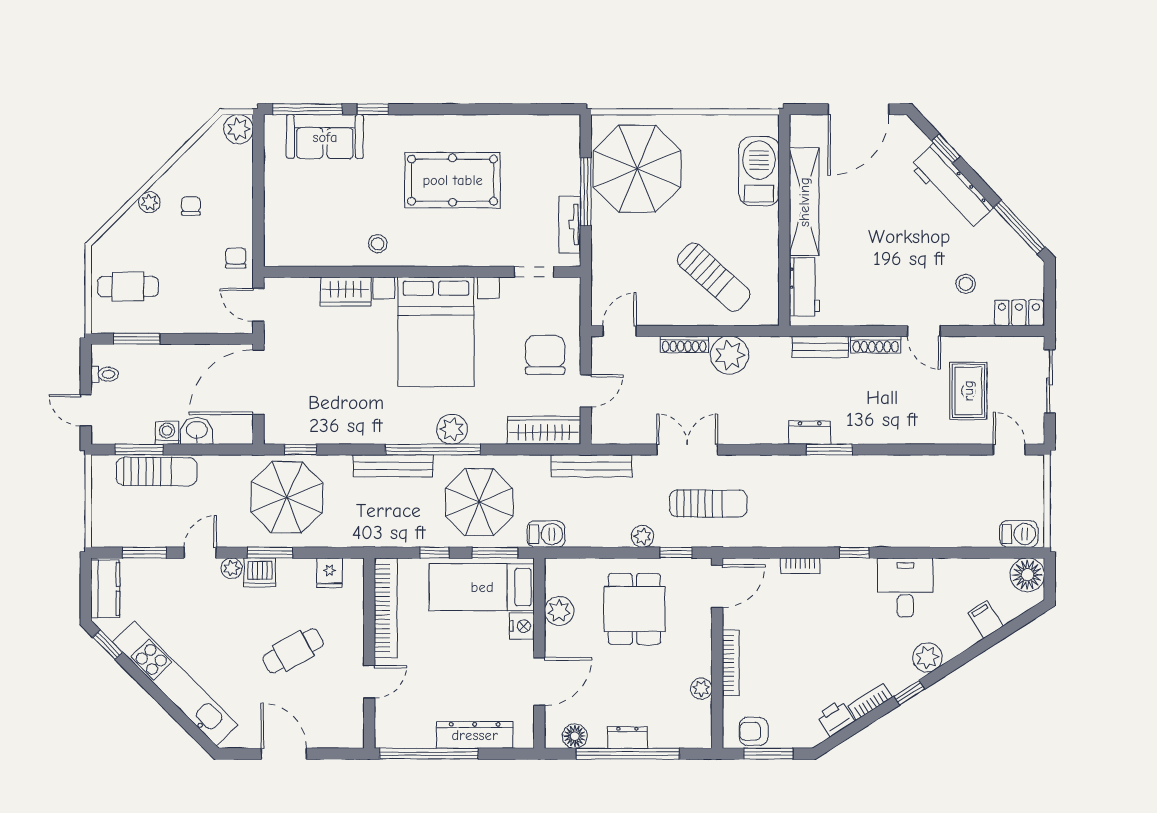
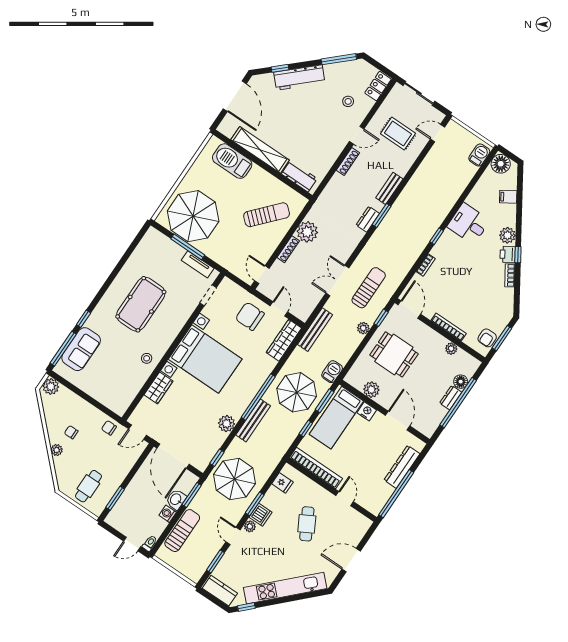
bench: (820, 347) -> (389, 188), moved
toilet: (105, 374) -> (150, 543), moved
plant: (452, 429) -> (227, 424), moved
window: (139, 450) -> (192, 495), moved
printer: (835, 718) -> (508, 254), moved
floor lamp: (575, 736) -> (461, 382), moved

